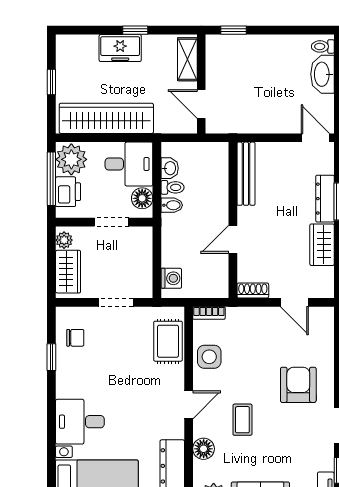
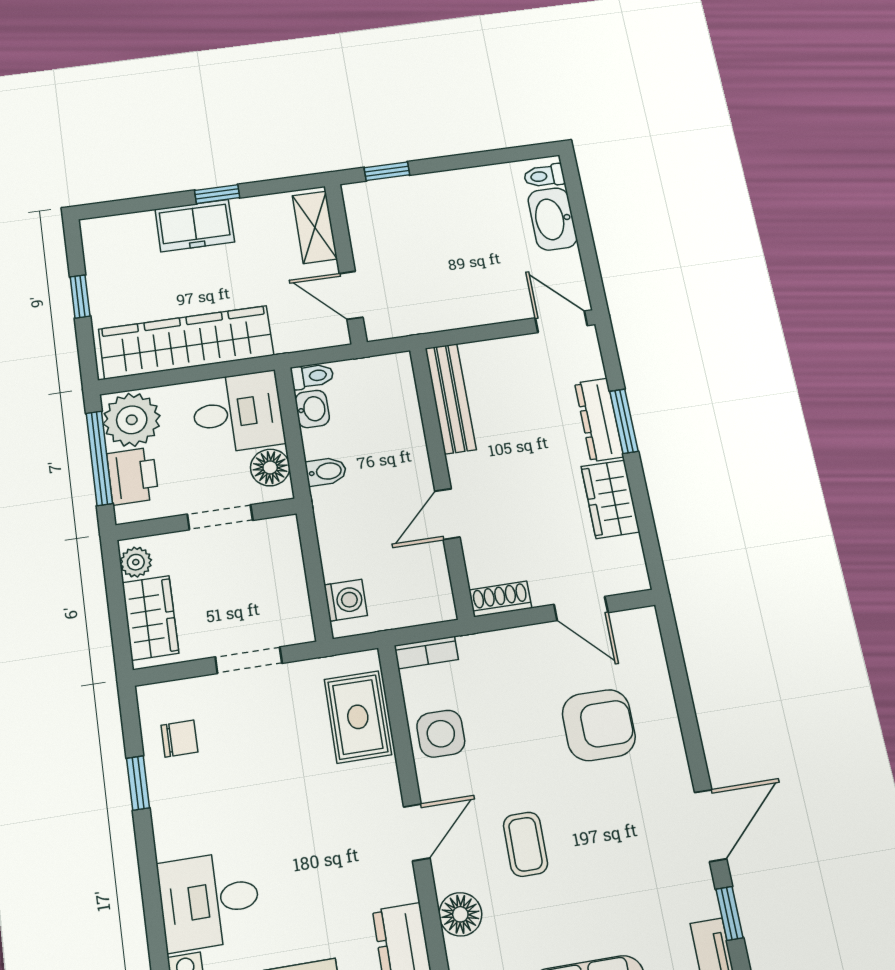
toilet: (173, 187) -> (312, 376), moved
armchair: (298, 385) -> (599, 725), moved, turned 90

